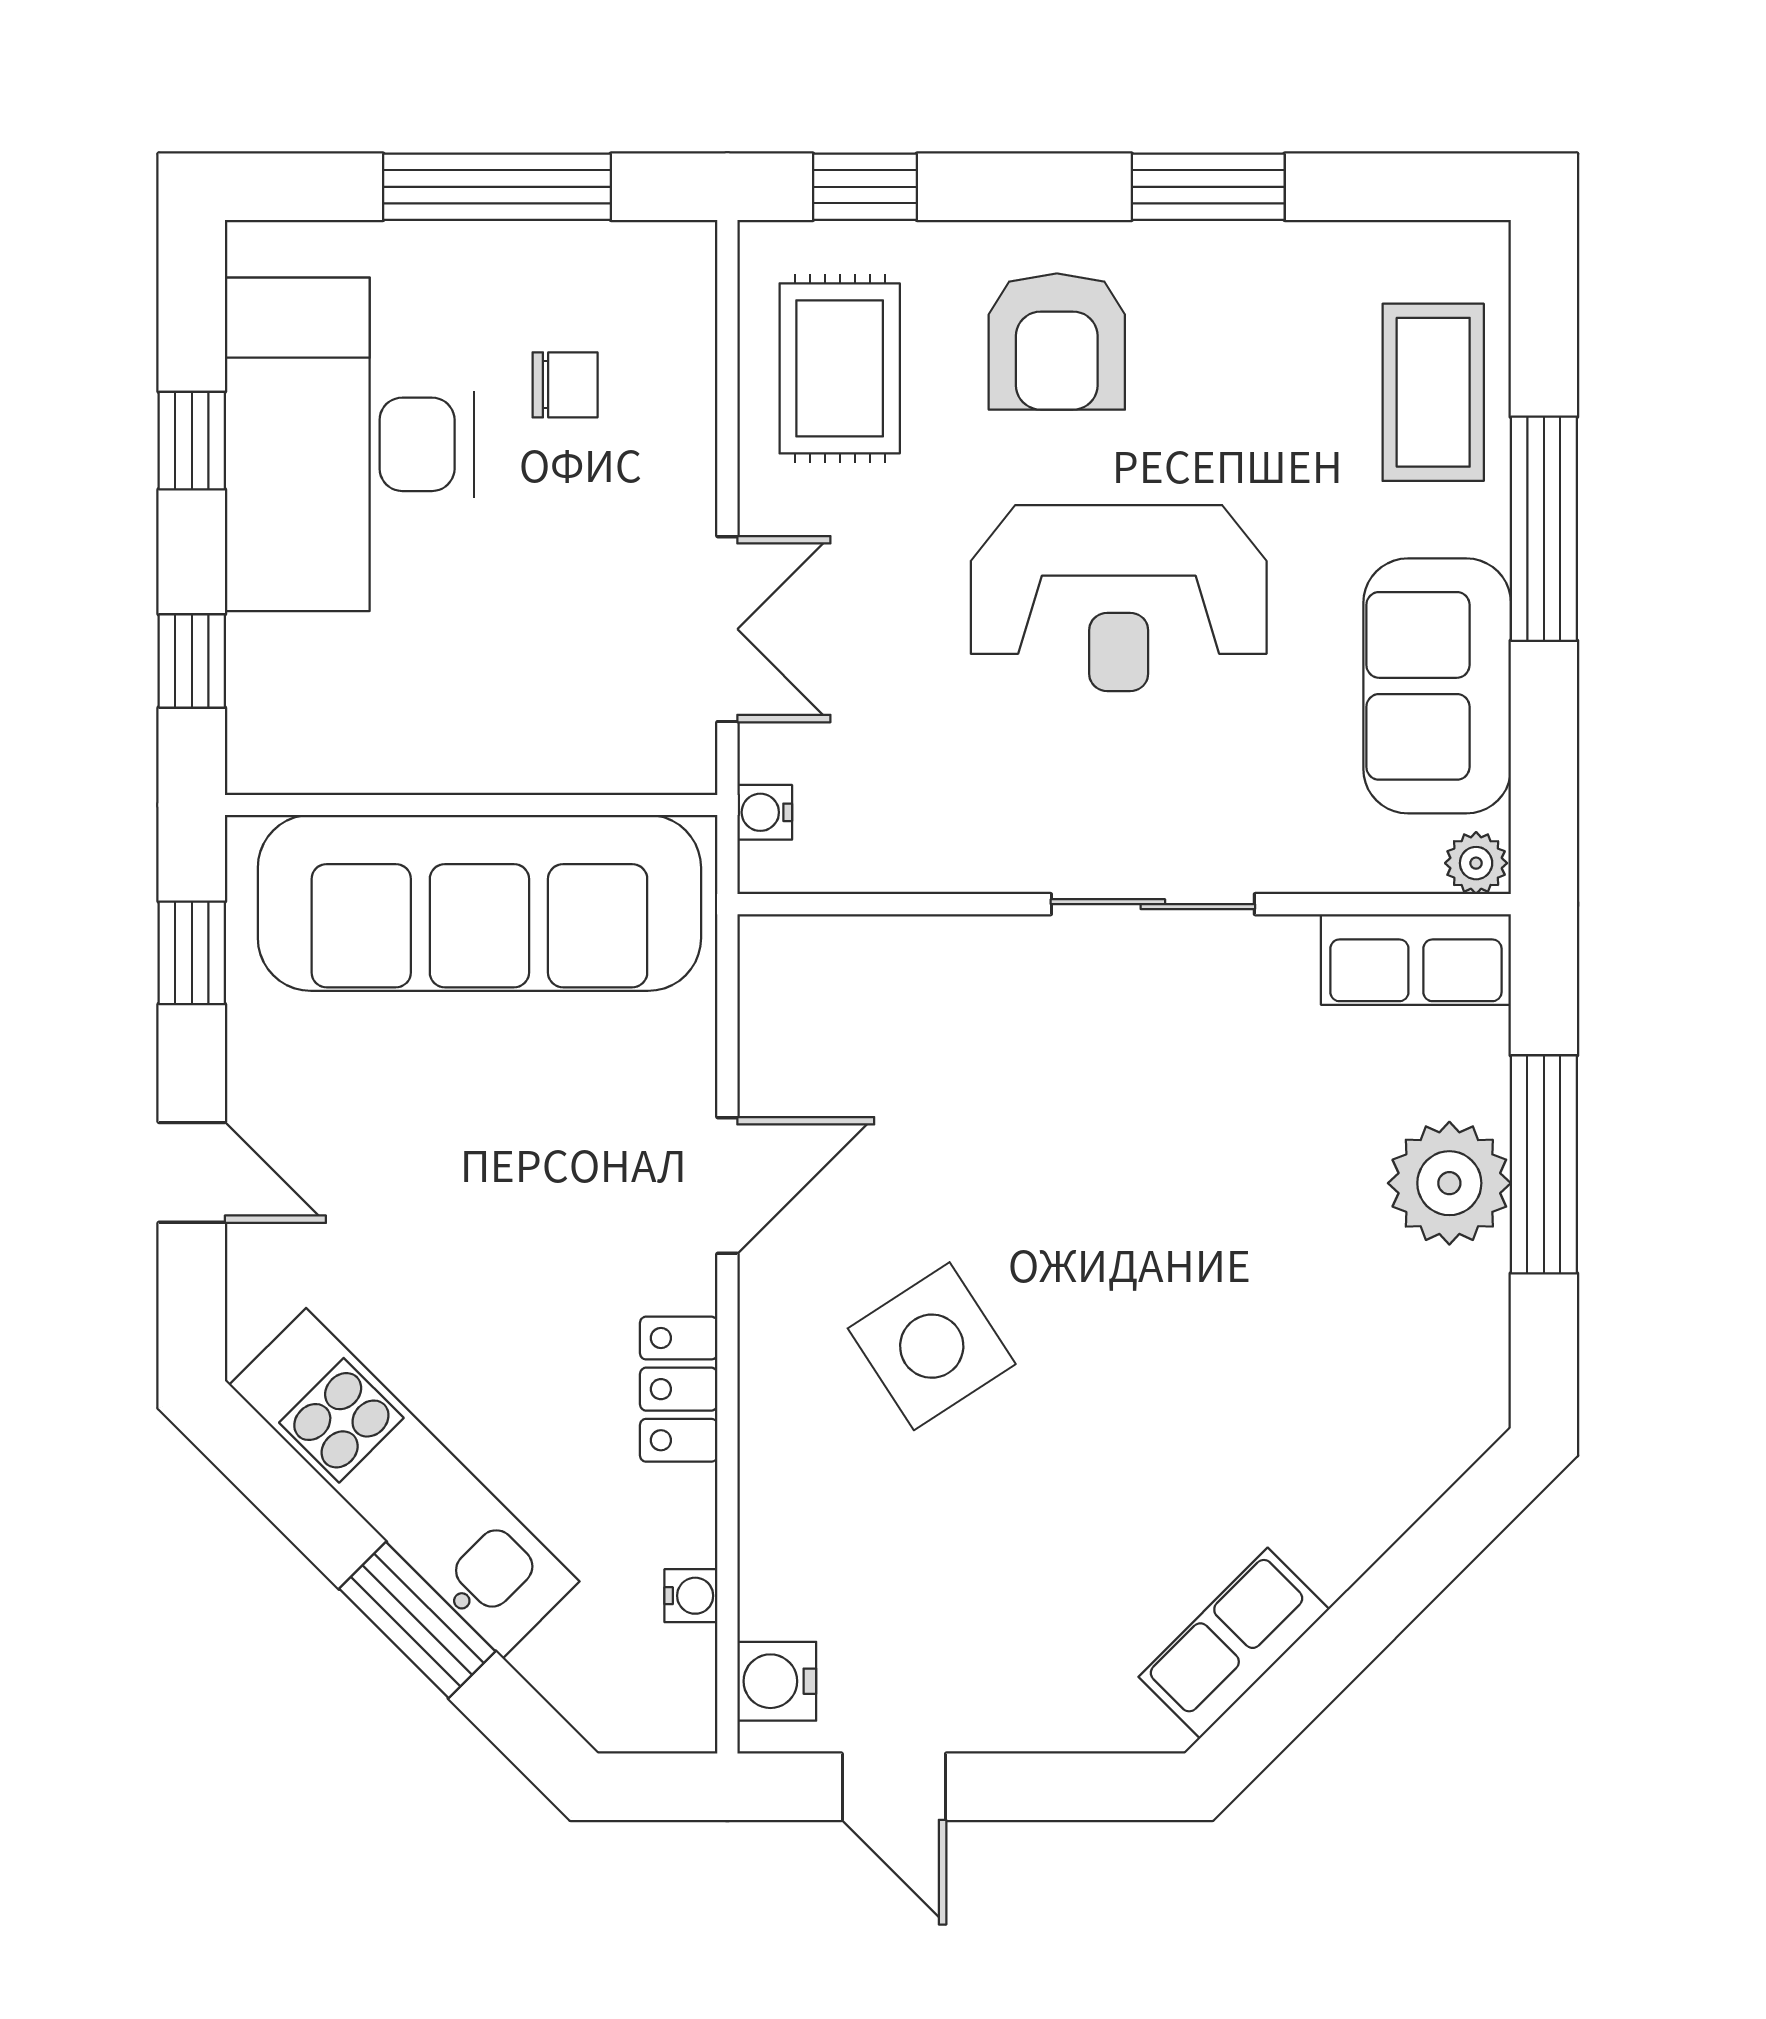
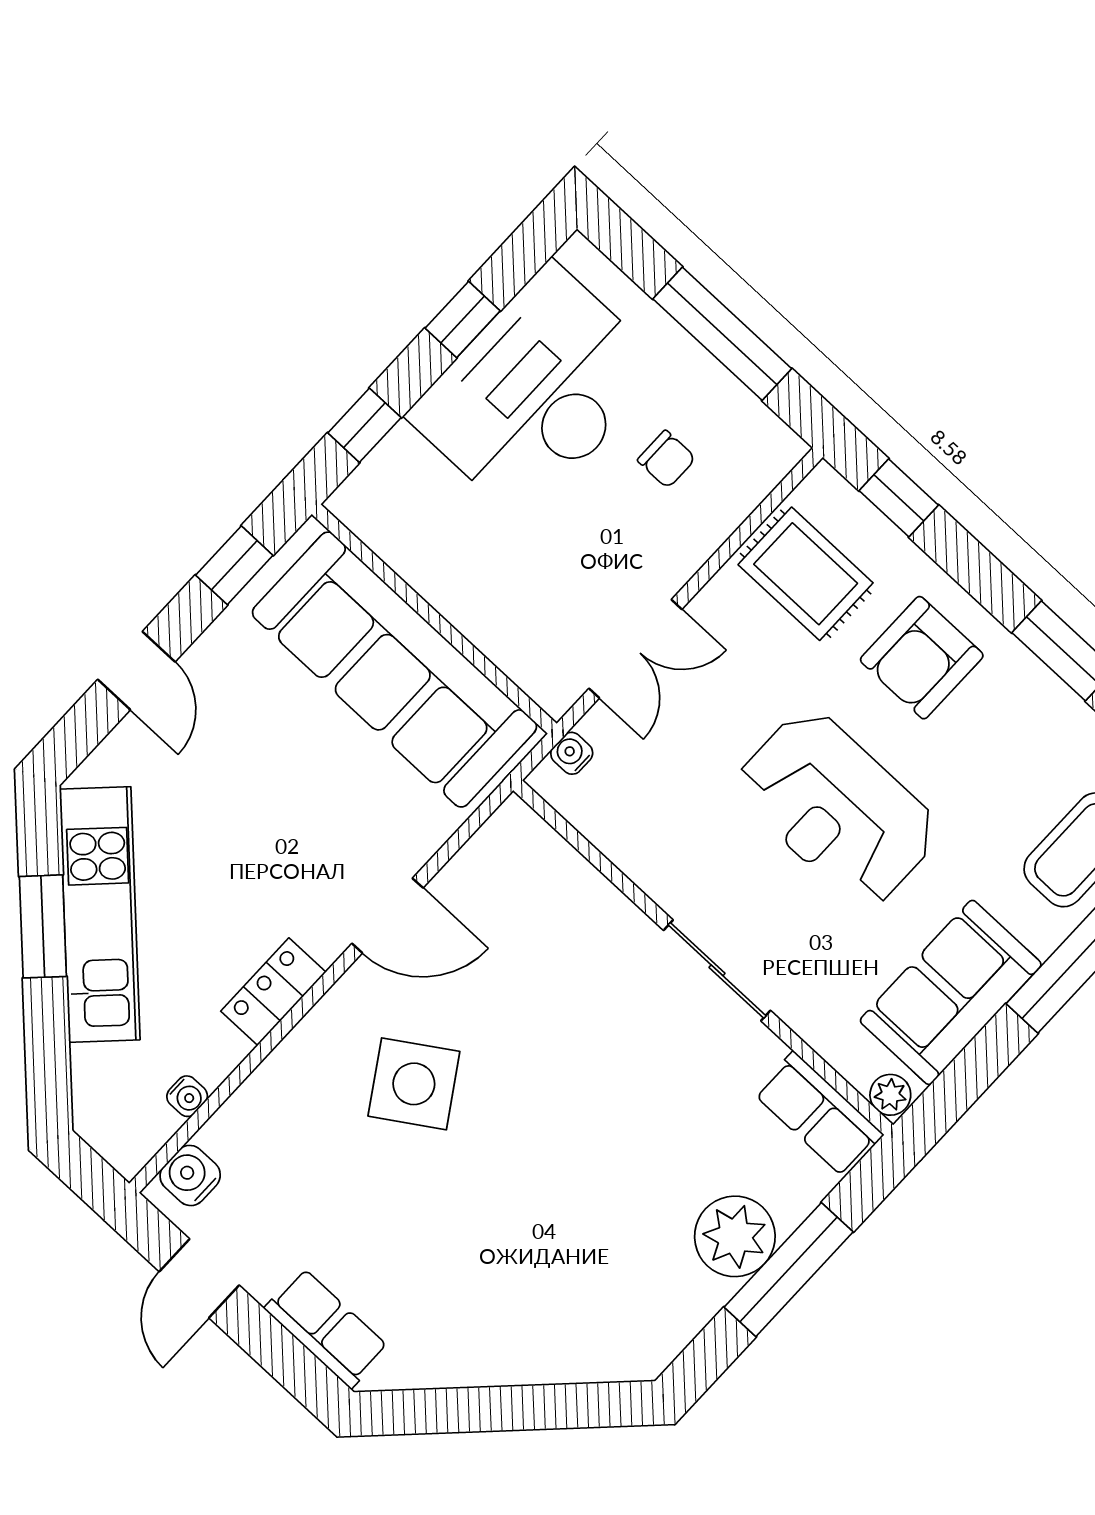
rug: (840, 368) -> (806, 574), turned 90
window: (417, 1620) -> (43, 926), moved
row of seats: (1234, 1643) -> (327, 1328), moved, turned 45

